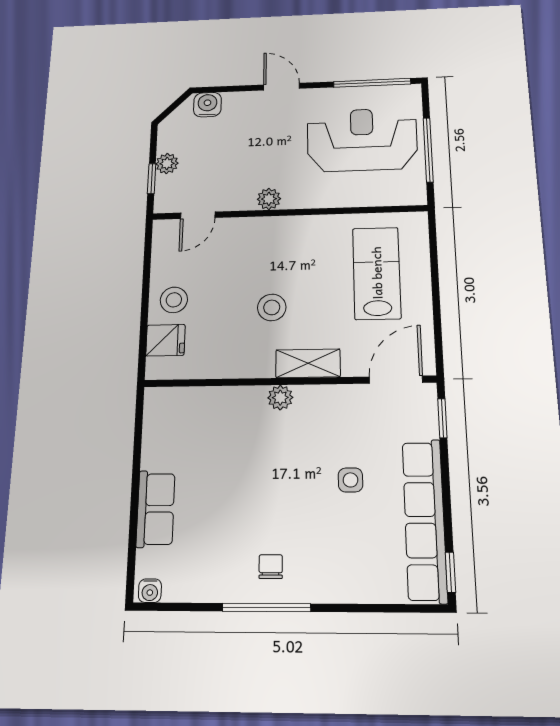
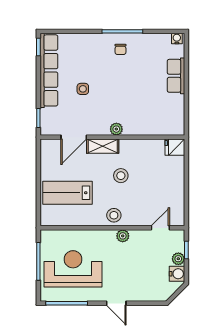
water cooler: (207, 105) -> (177, 274), moved, turned -90
reception desk: (362, 140) -> (73, 269), turned 180
lab bench: (377, 273) -> (67, 193), turned 90
stool: (174, 300) -> (114, 215), moved
fridge: (165, 340) -> (175, 147), moved
door: (396, 380) -> (74, 137), moved

